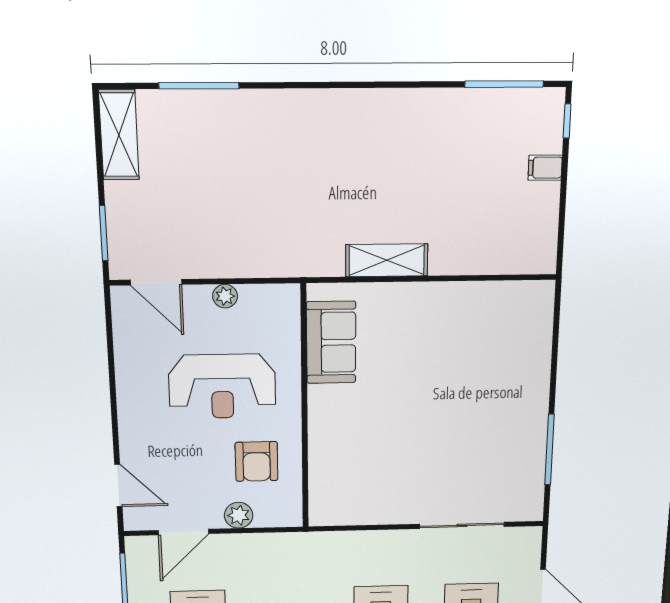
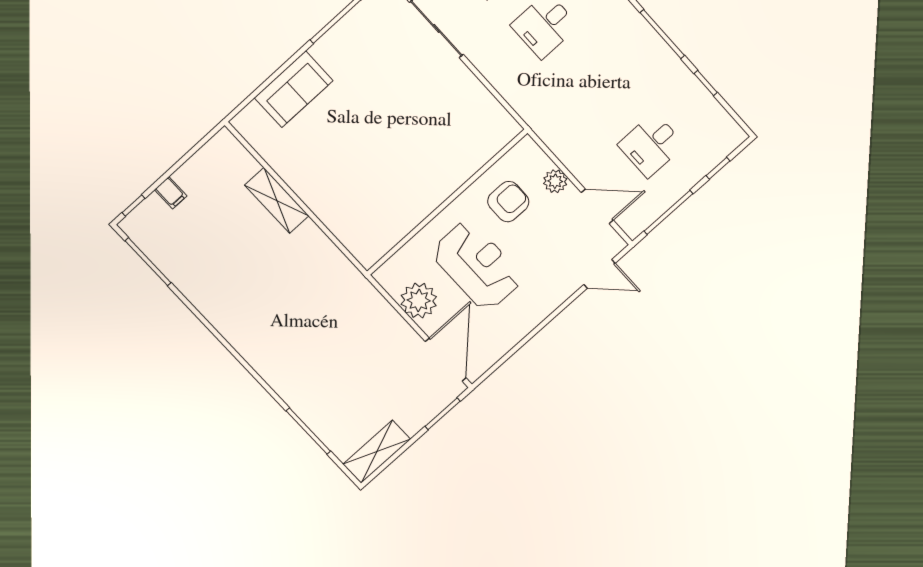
shelving: (387, 260) -> (277, 200), moved
door: (156, 282) -> (446, 360), width x1.36
plant: (225, 296) -> (419, 300), width x1.87, depth x1.87
sofa: (331, 342) -> (294, 89), moved, turned 180
door: (118, 486) -> (599, 274), swing flipped

